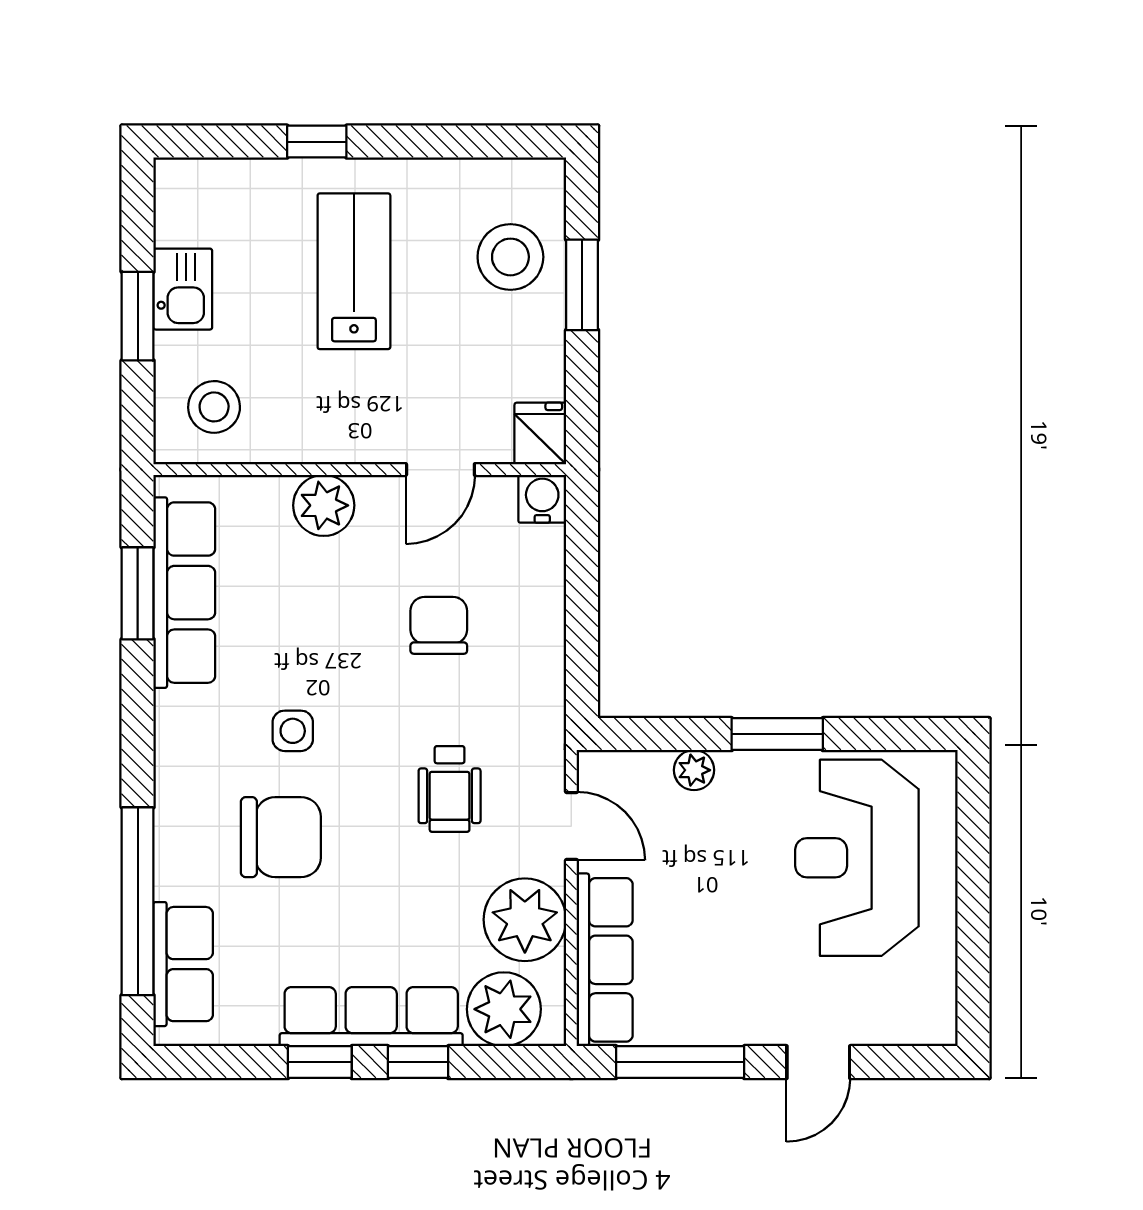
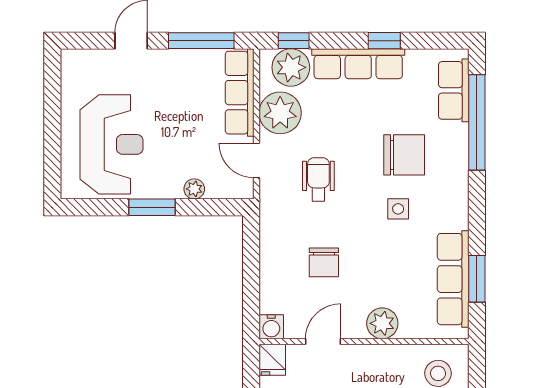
chair: (281, 837) -> (404, 155), turned 180
window: (418, 1062) -> (294, 41), moved

